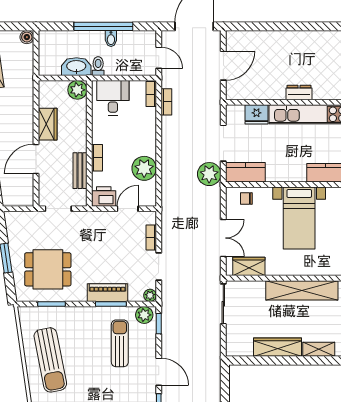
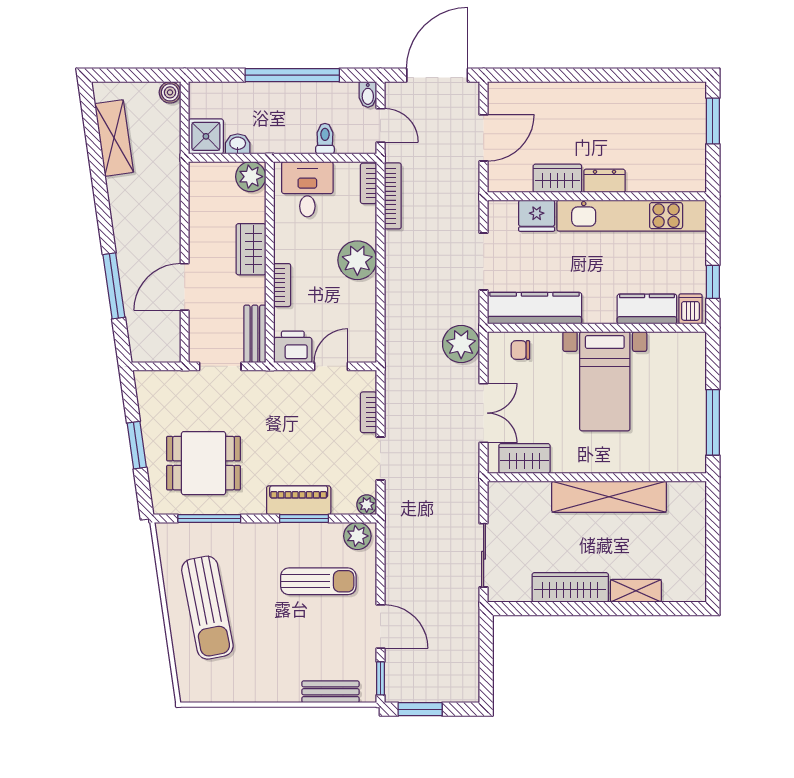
bidet: (111, 38) -> (368, 95), moved
shower: (49, 65) -> (206, 136), added
toilet: (98, 66) -> (325, 139), moved
washbasin: (76, 67) -> (238, 144), width x0.52, depth x0.69
wardrobe: (270, 91) -> (557, 178), added
bookcase: (166, 102) -> (393, 196), width x1.56
wardrobe: (48, 124) -> (251, 249), moved, turned 180
plant: (144, 168) -> (357, 260), moved
bench: (80, 171) -> (255, 334), moved
kitchen counter: (245, 172) -> (535, 308), width x1.50
plant: (209, 174) -> (461, 344), moved
window: (51, 304) -> (209, 518), width x1.44
sliding door: (223, 304) -> (484, 555), moved
window: (159, 324) -> (380, 550), removed
sun lounger: (120, 343) -> (318, 581), turned 90

